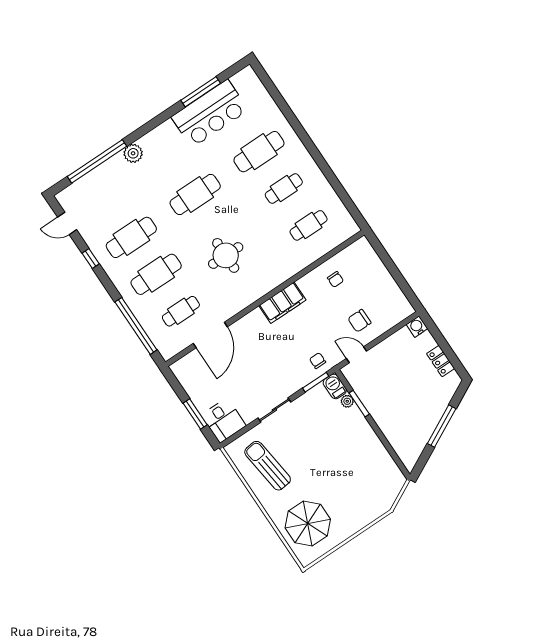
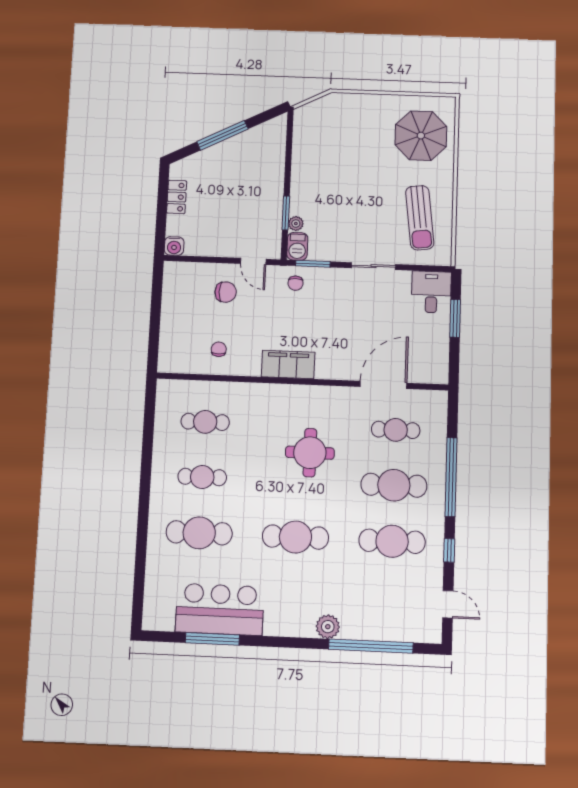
window: (136, 326) -> (451, 477), moved

